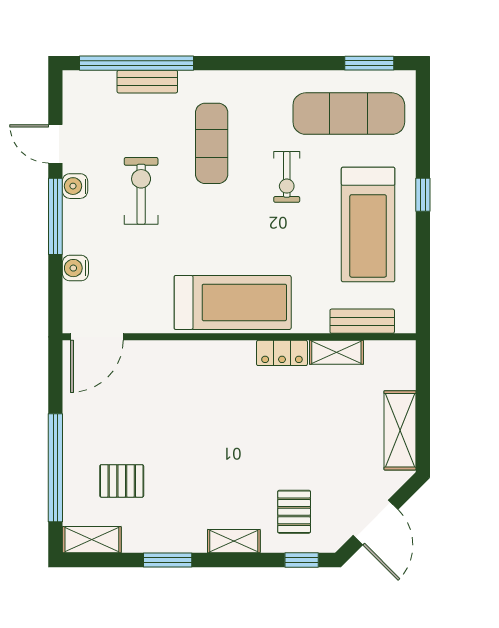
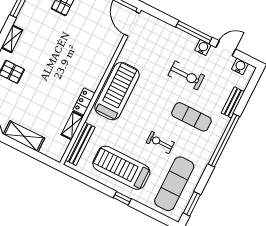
window: (136, 63) -> (224, 140), moved
water cooler: (75, 268) -> (240, 66), moved
treadmill: (233, 302) -> (117, 91), turned 180
bench: (362, 321) -> (80, 144), width x1.36

